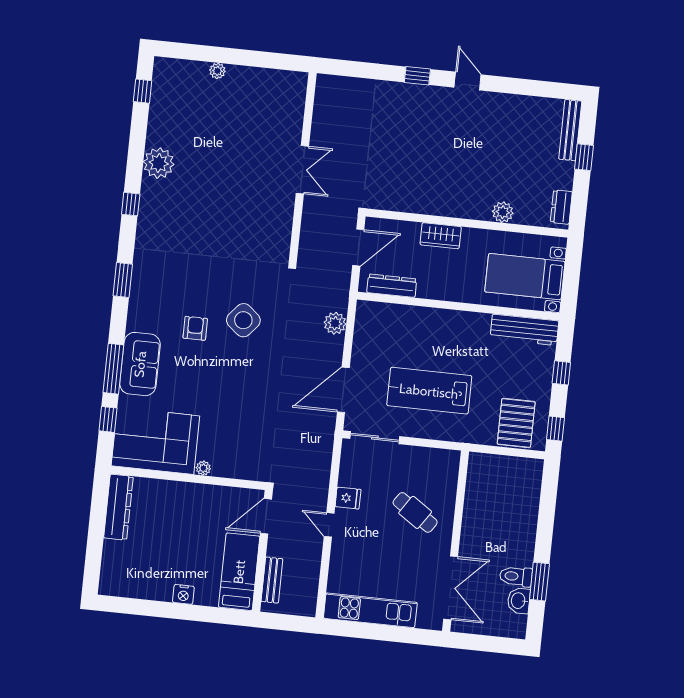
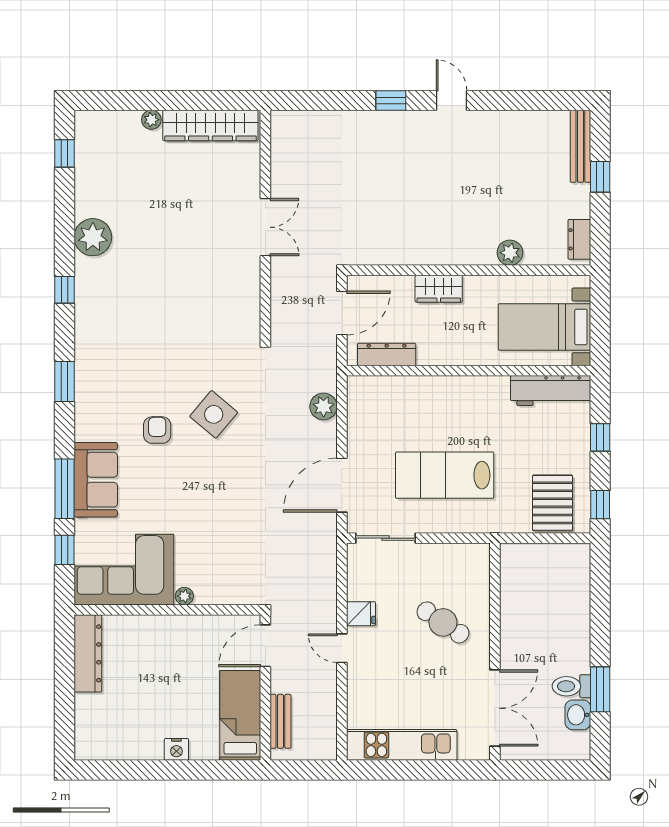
wardrobe: (266, 81) -> (210, 125), added

